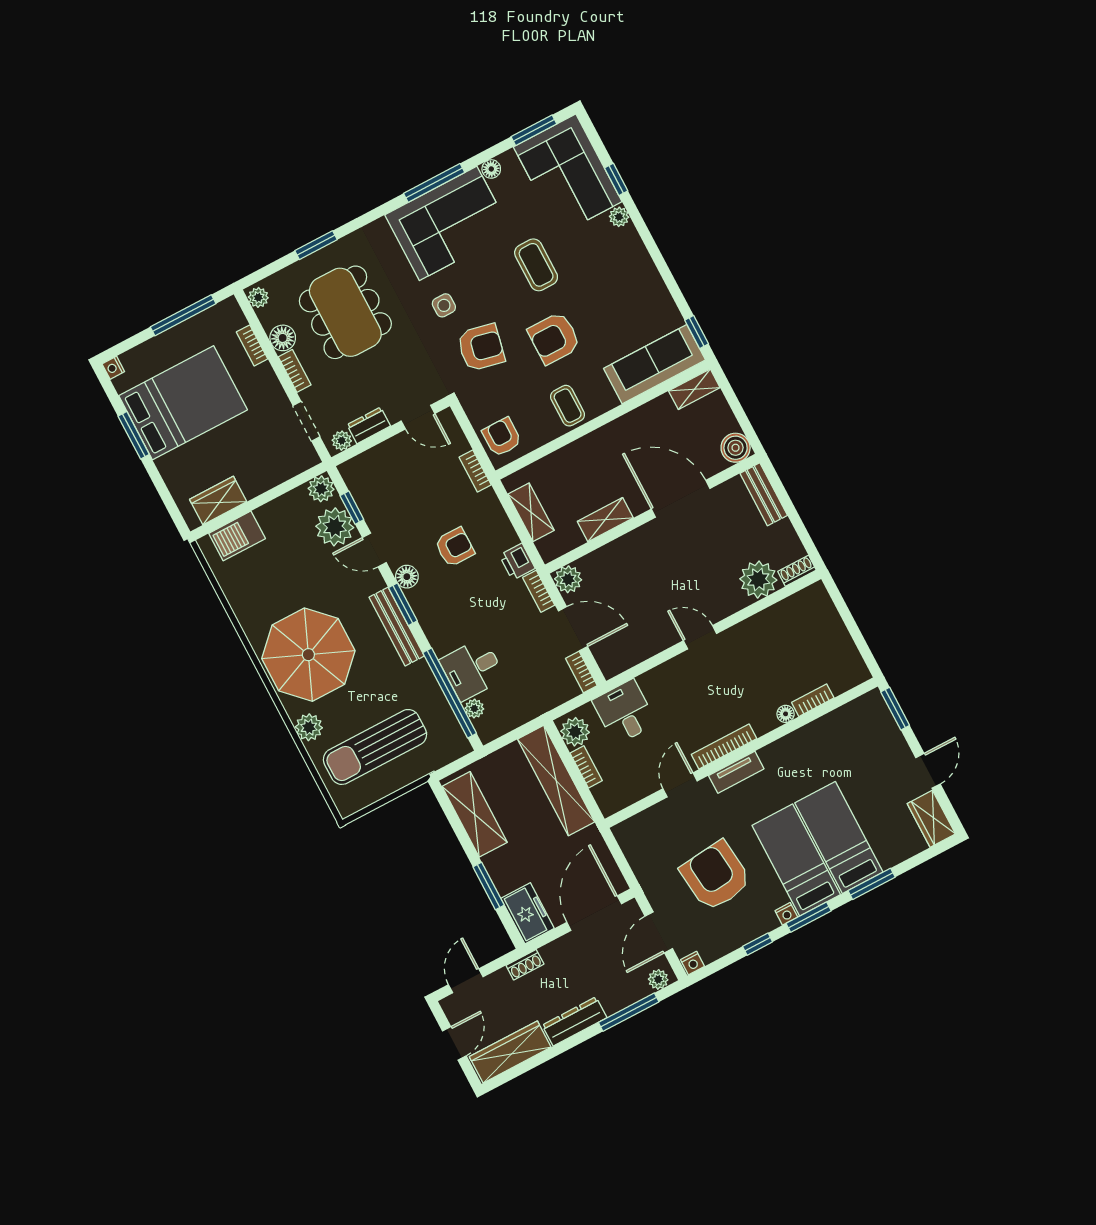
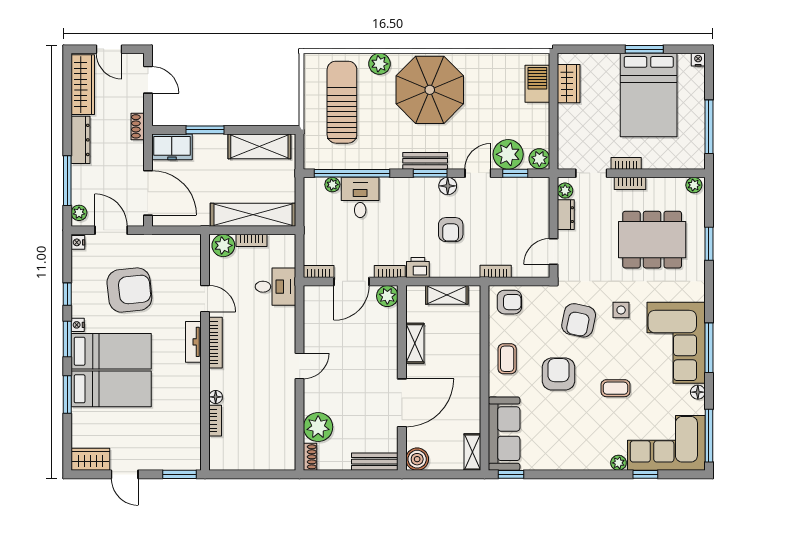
window: (534, 130) -> (709, 436), width x1.44
coffee table: (536, 265) -> (616, 388), width x0.73, depth x0.77
floor lamp: (283, 338) -> (657, 187), removed
bookcase: (252, 345) -> (626, 163), moved
coffee table: (568, 406) -> (507, 359), turned 90
bench: (397, 627) -> (425, 161), width x0.73
plant: (575, 732) -> (223, 245), moved

